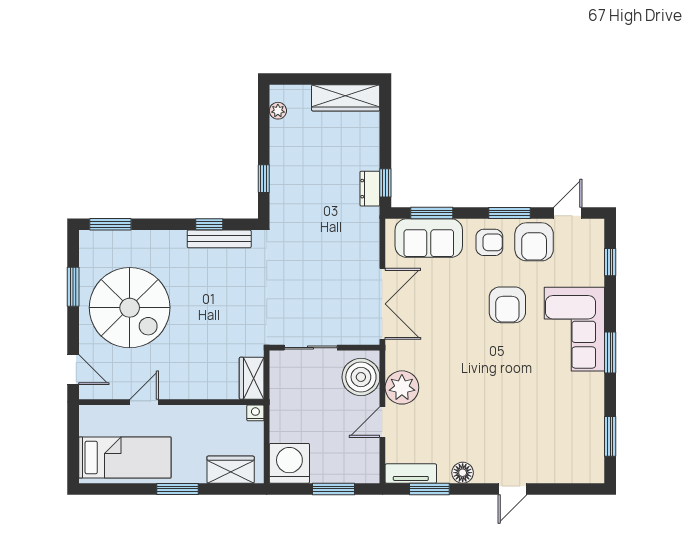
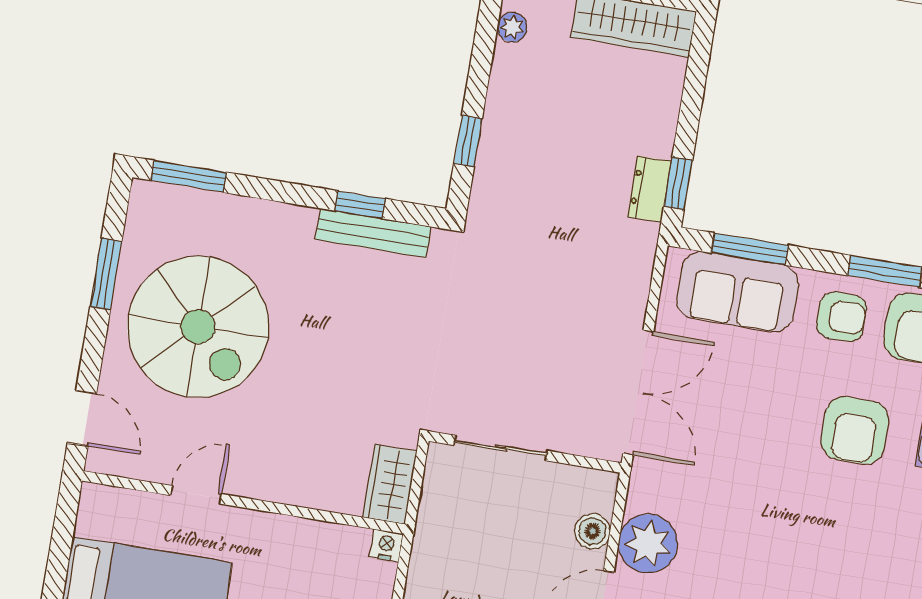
boiler: (361, 377) -> (592, 531), width x0.54, depth x0.54

